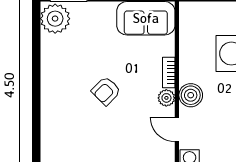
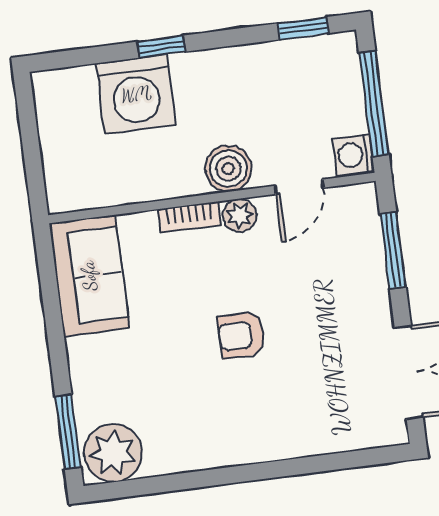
armchair: (106, 91) -> (241, 335), turned 135

